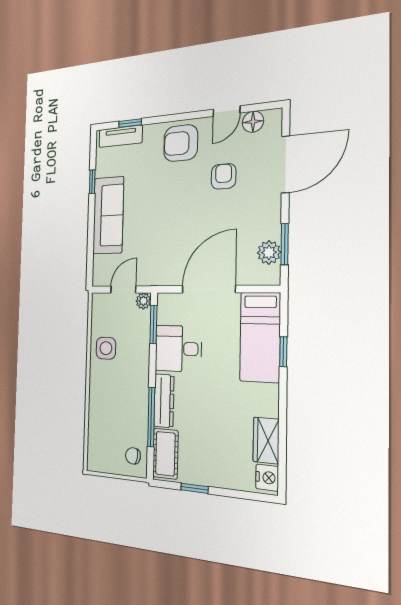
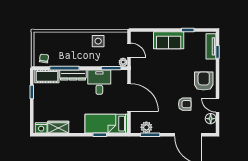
sofa: (108, 215) -> (169, 40), width x0.73

